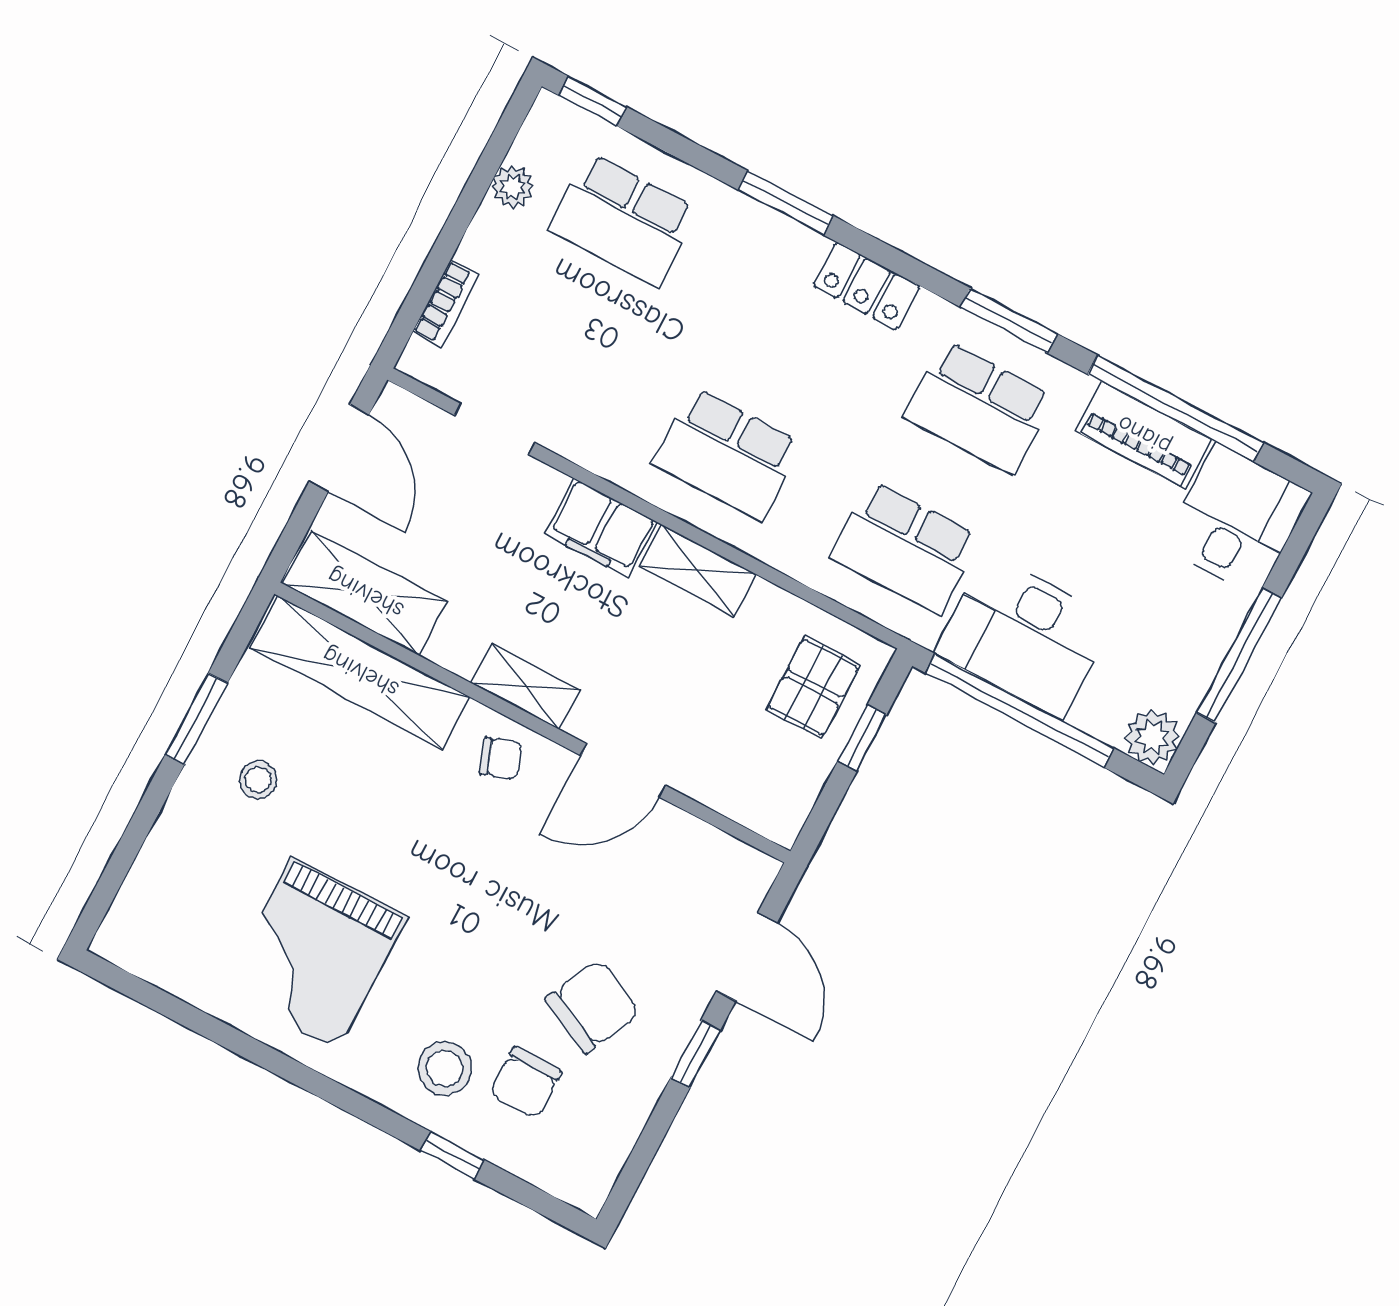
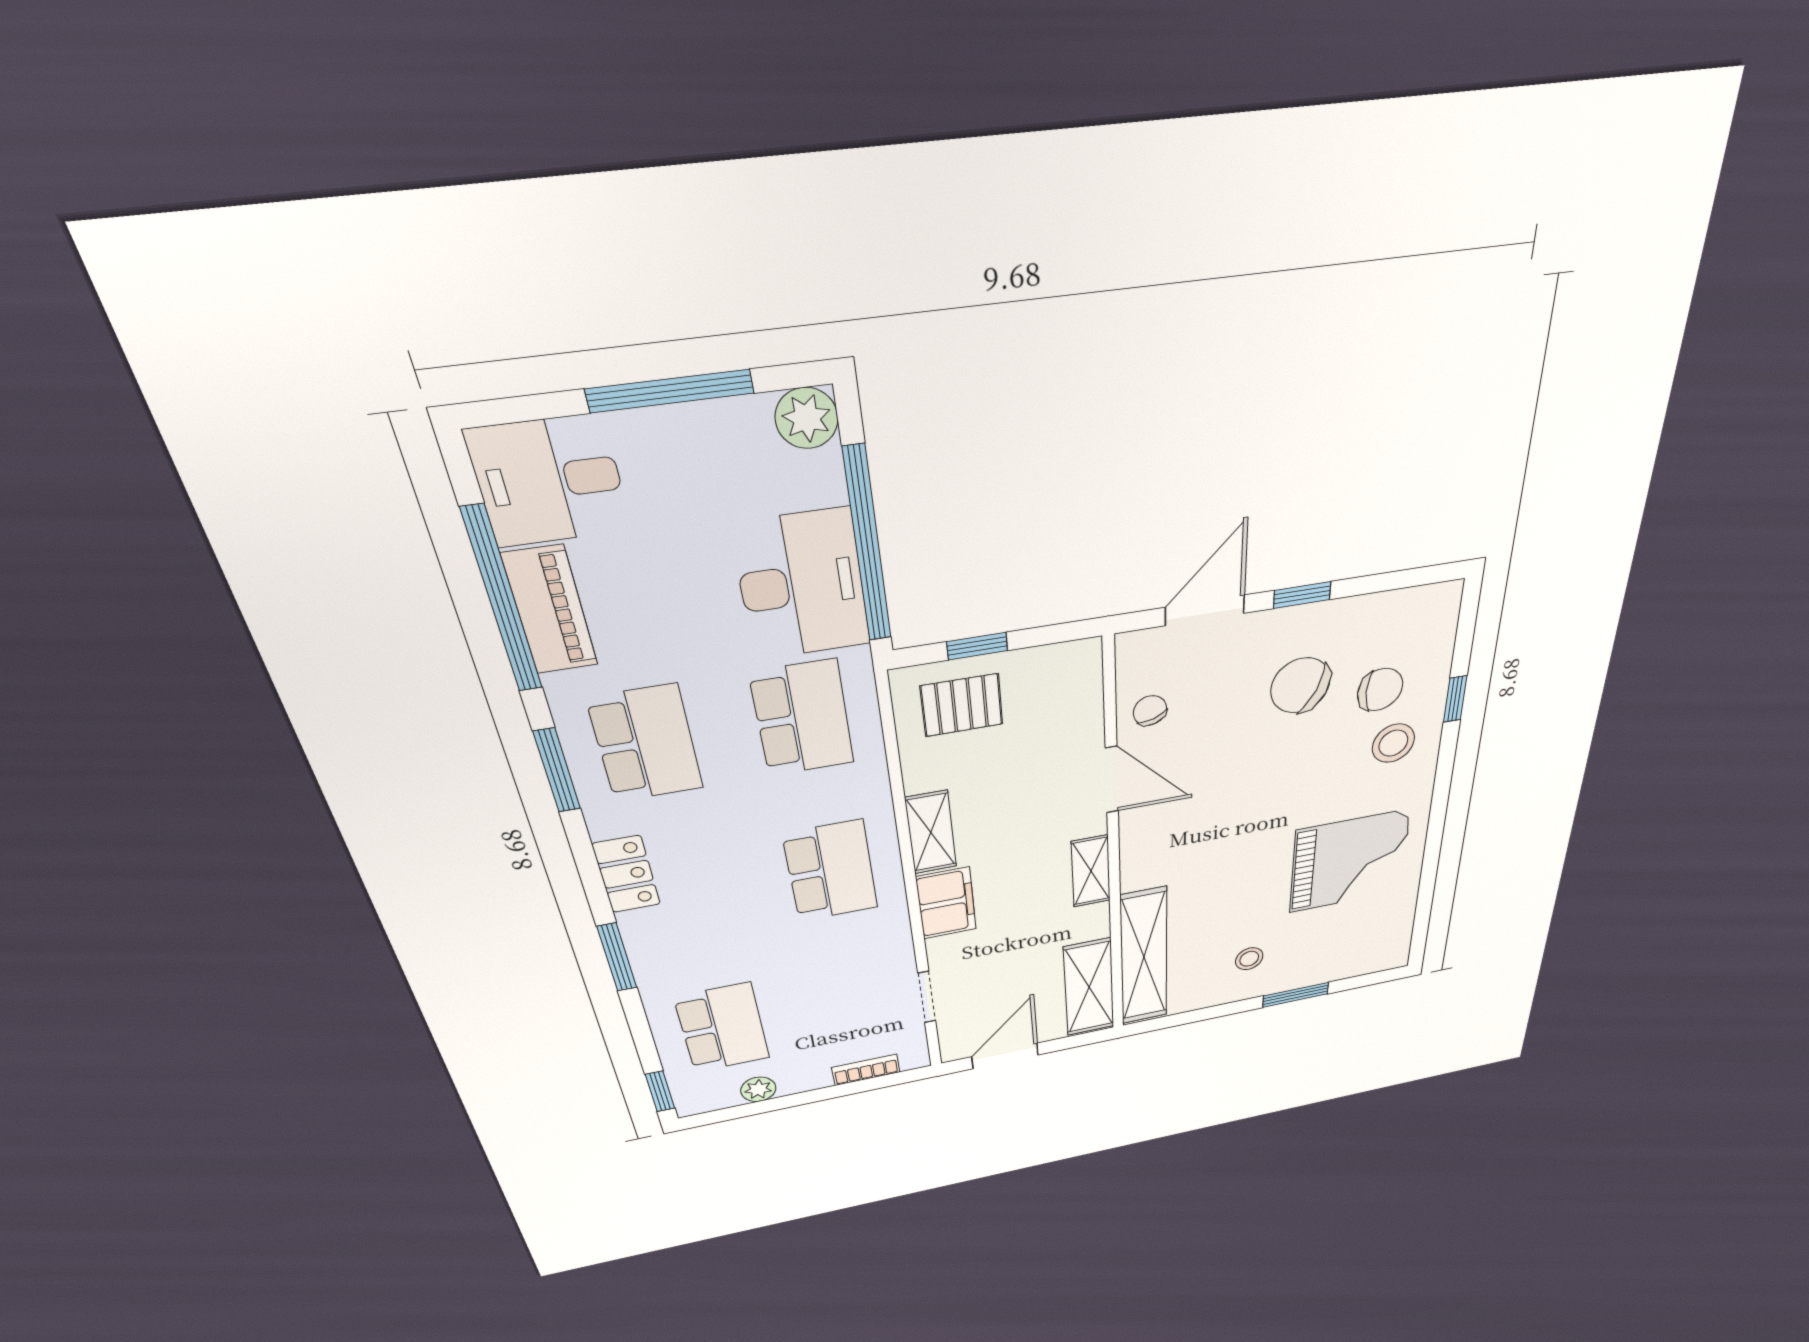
window: (196, 719) -> (1296, 995), moved
chair: (501, 758) -> (1150, 711), moved

